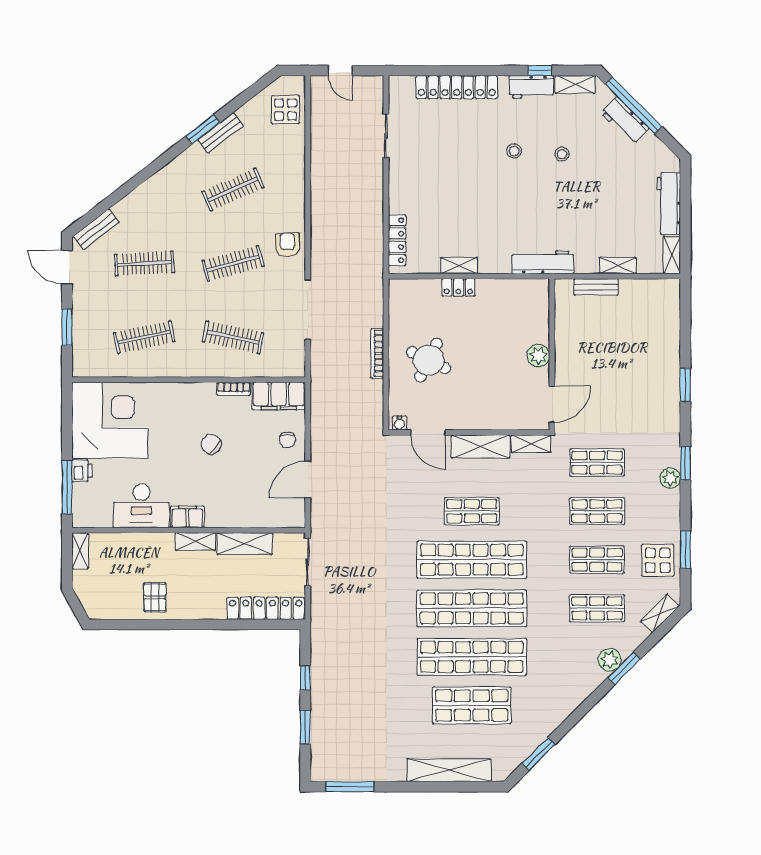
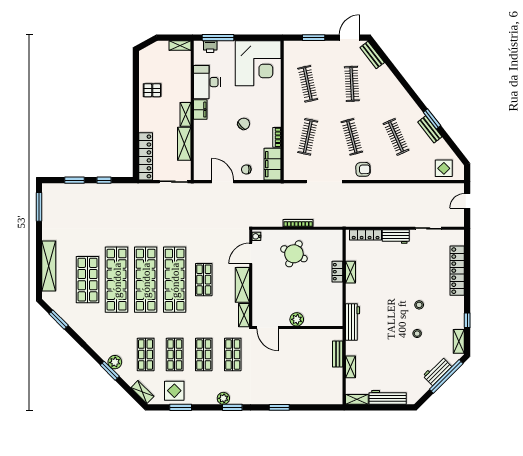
workbench: (531, 87) -> (396, 237), moved, turned -90
printer: (82, 471) -> (210, 47), moved

